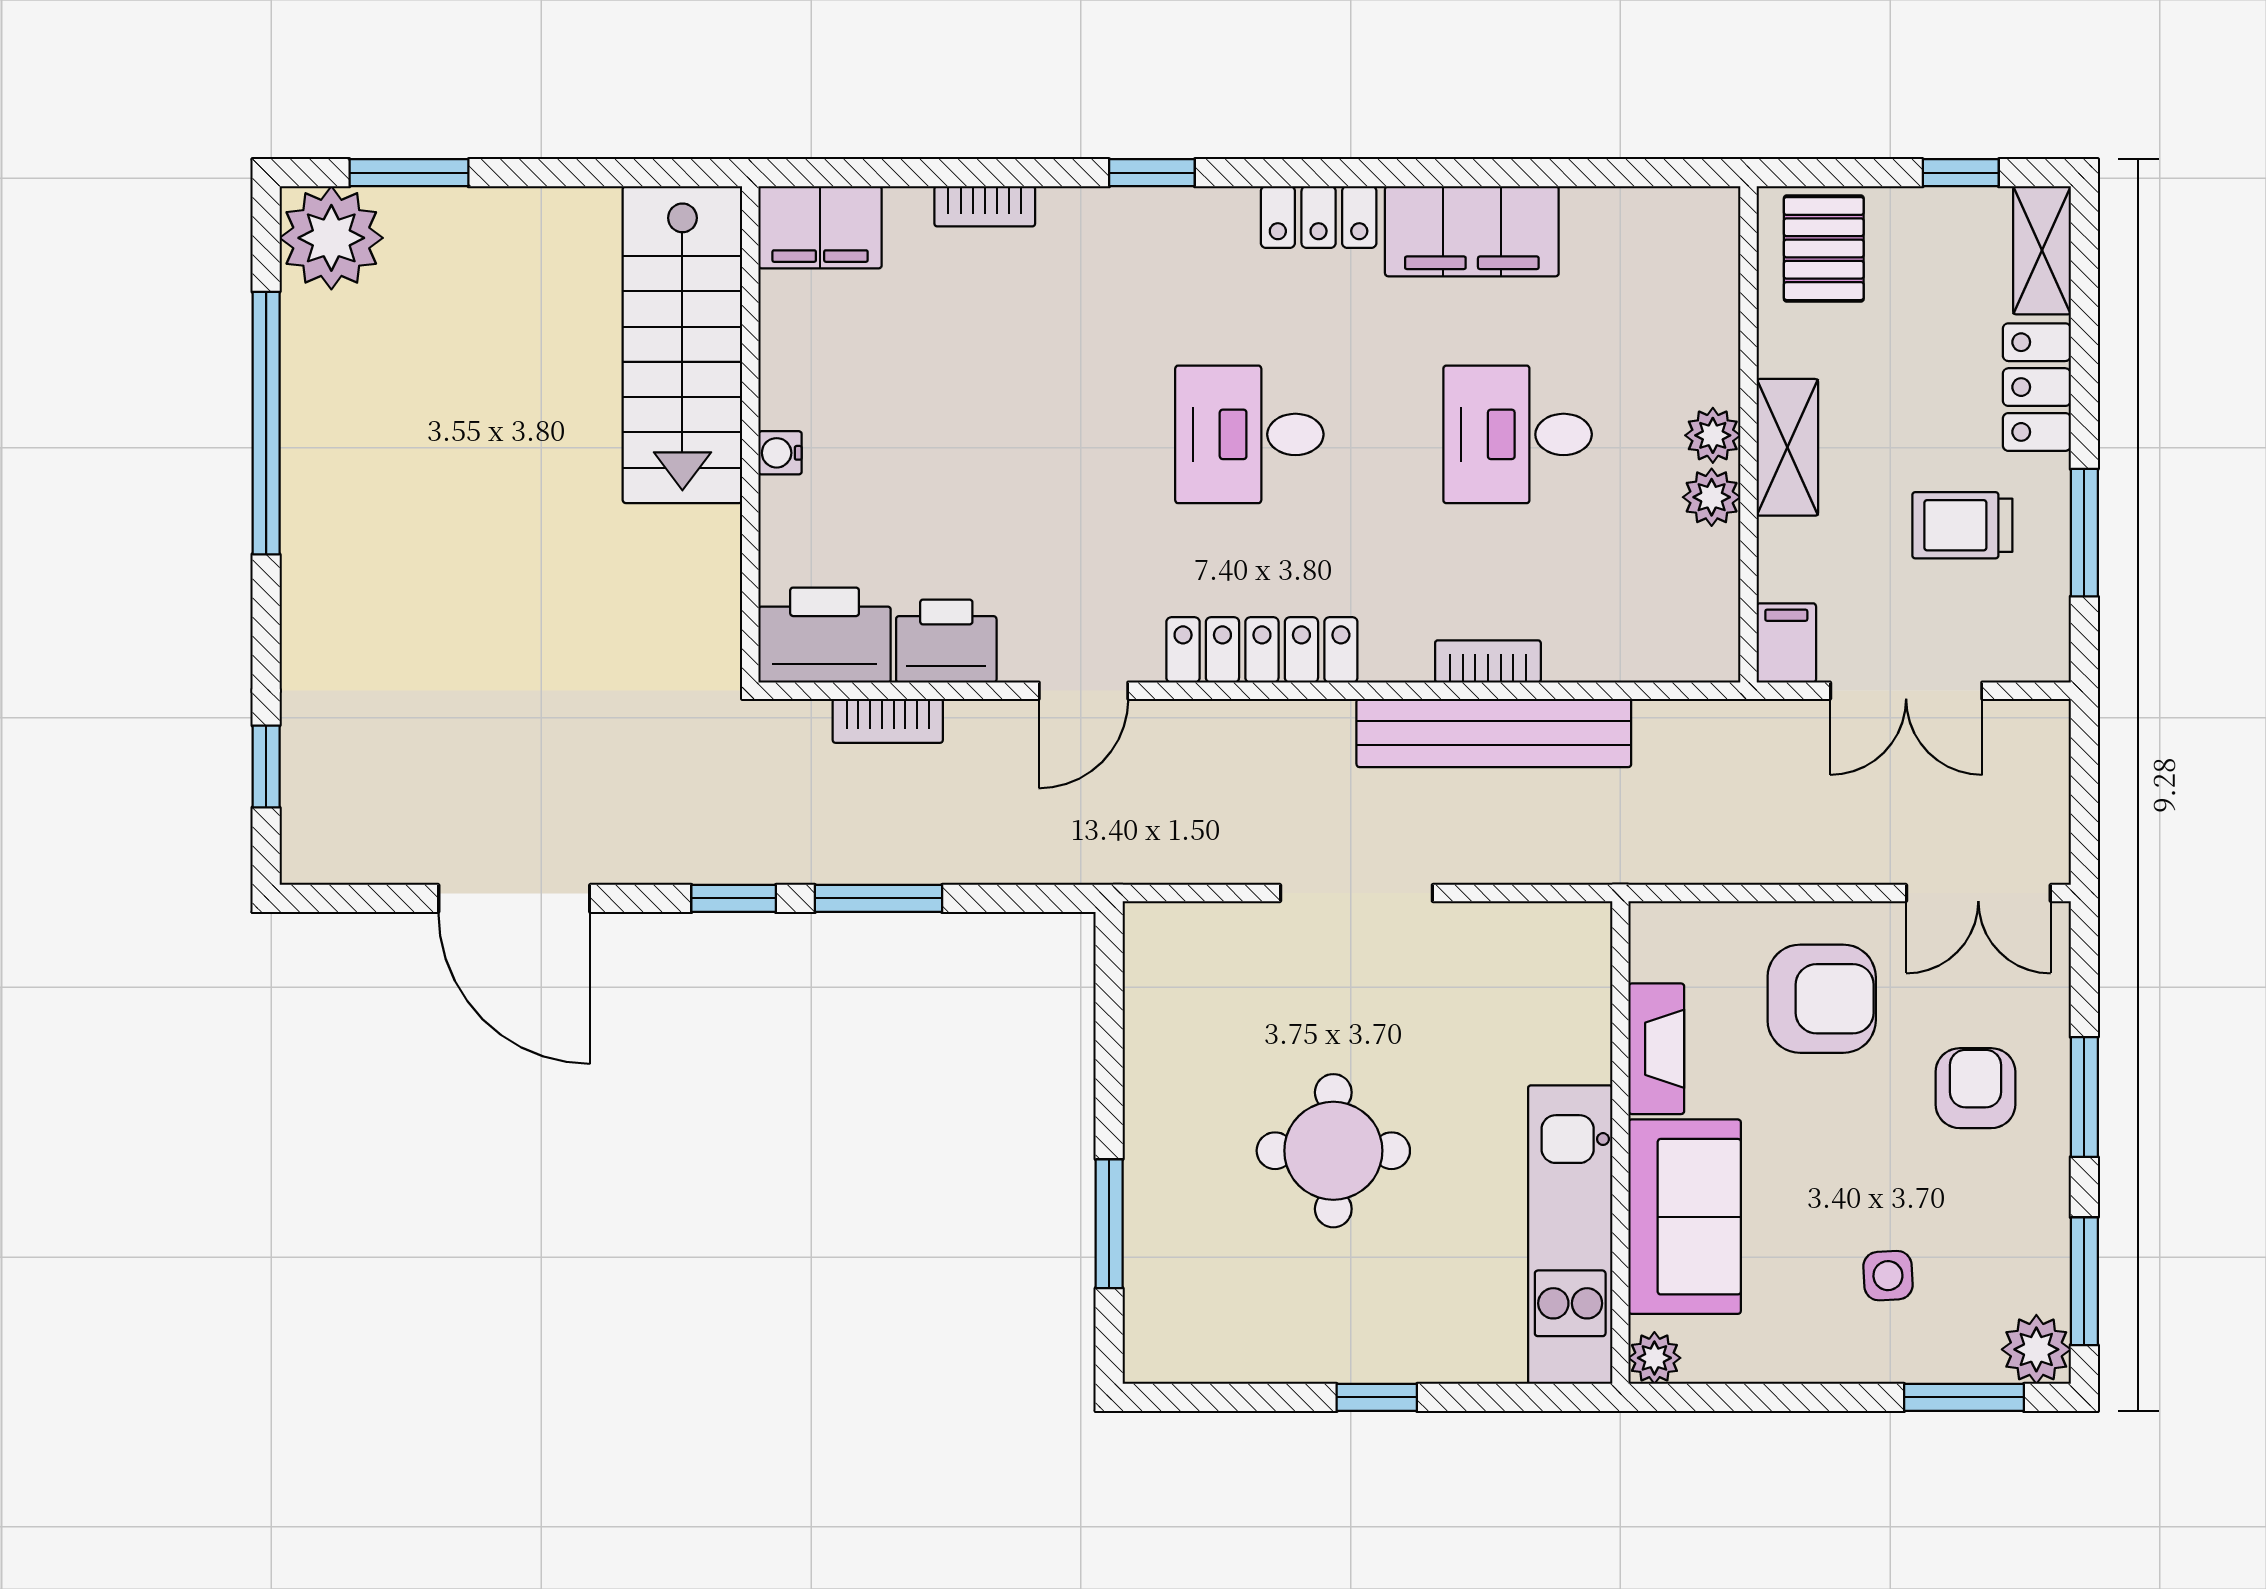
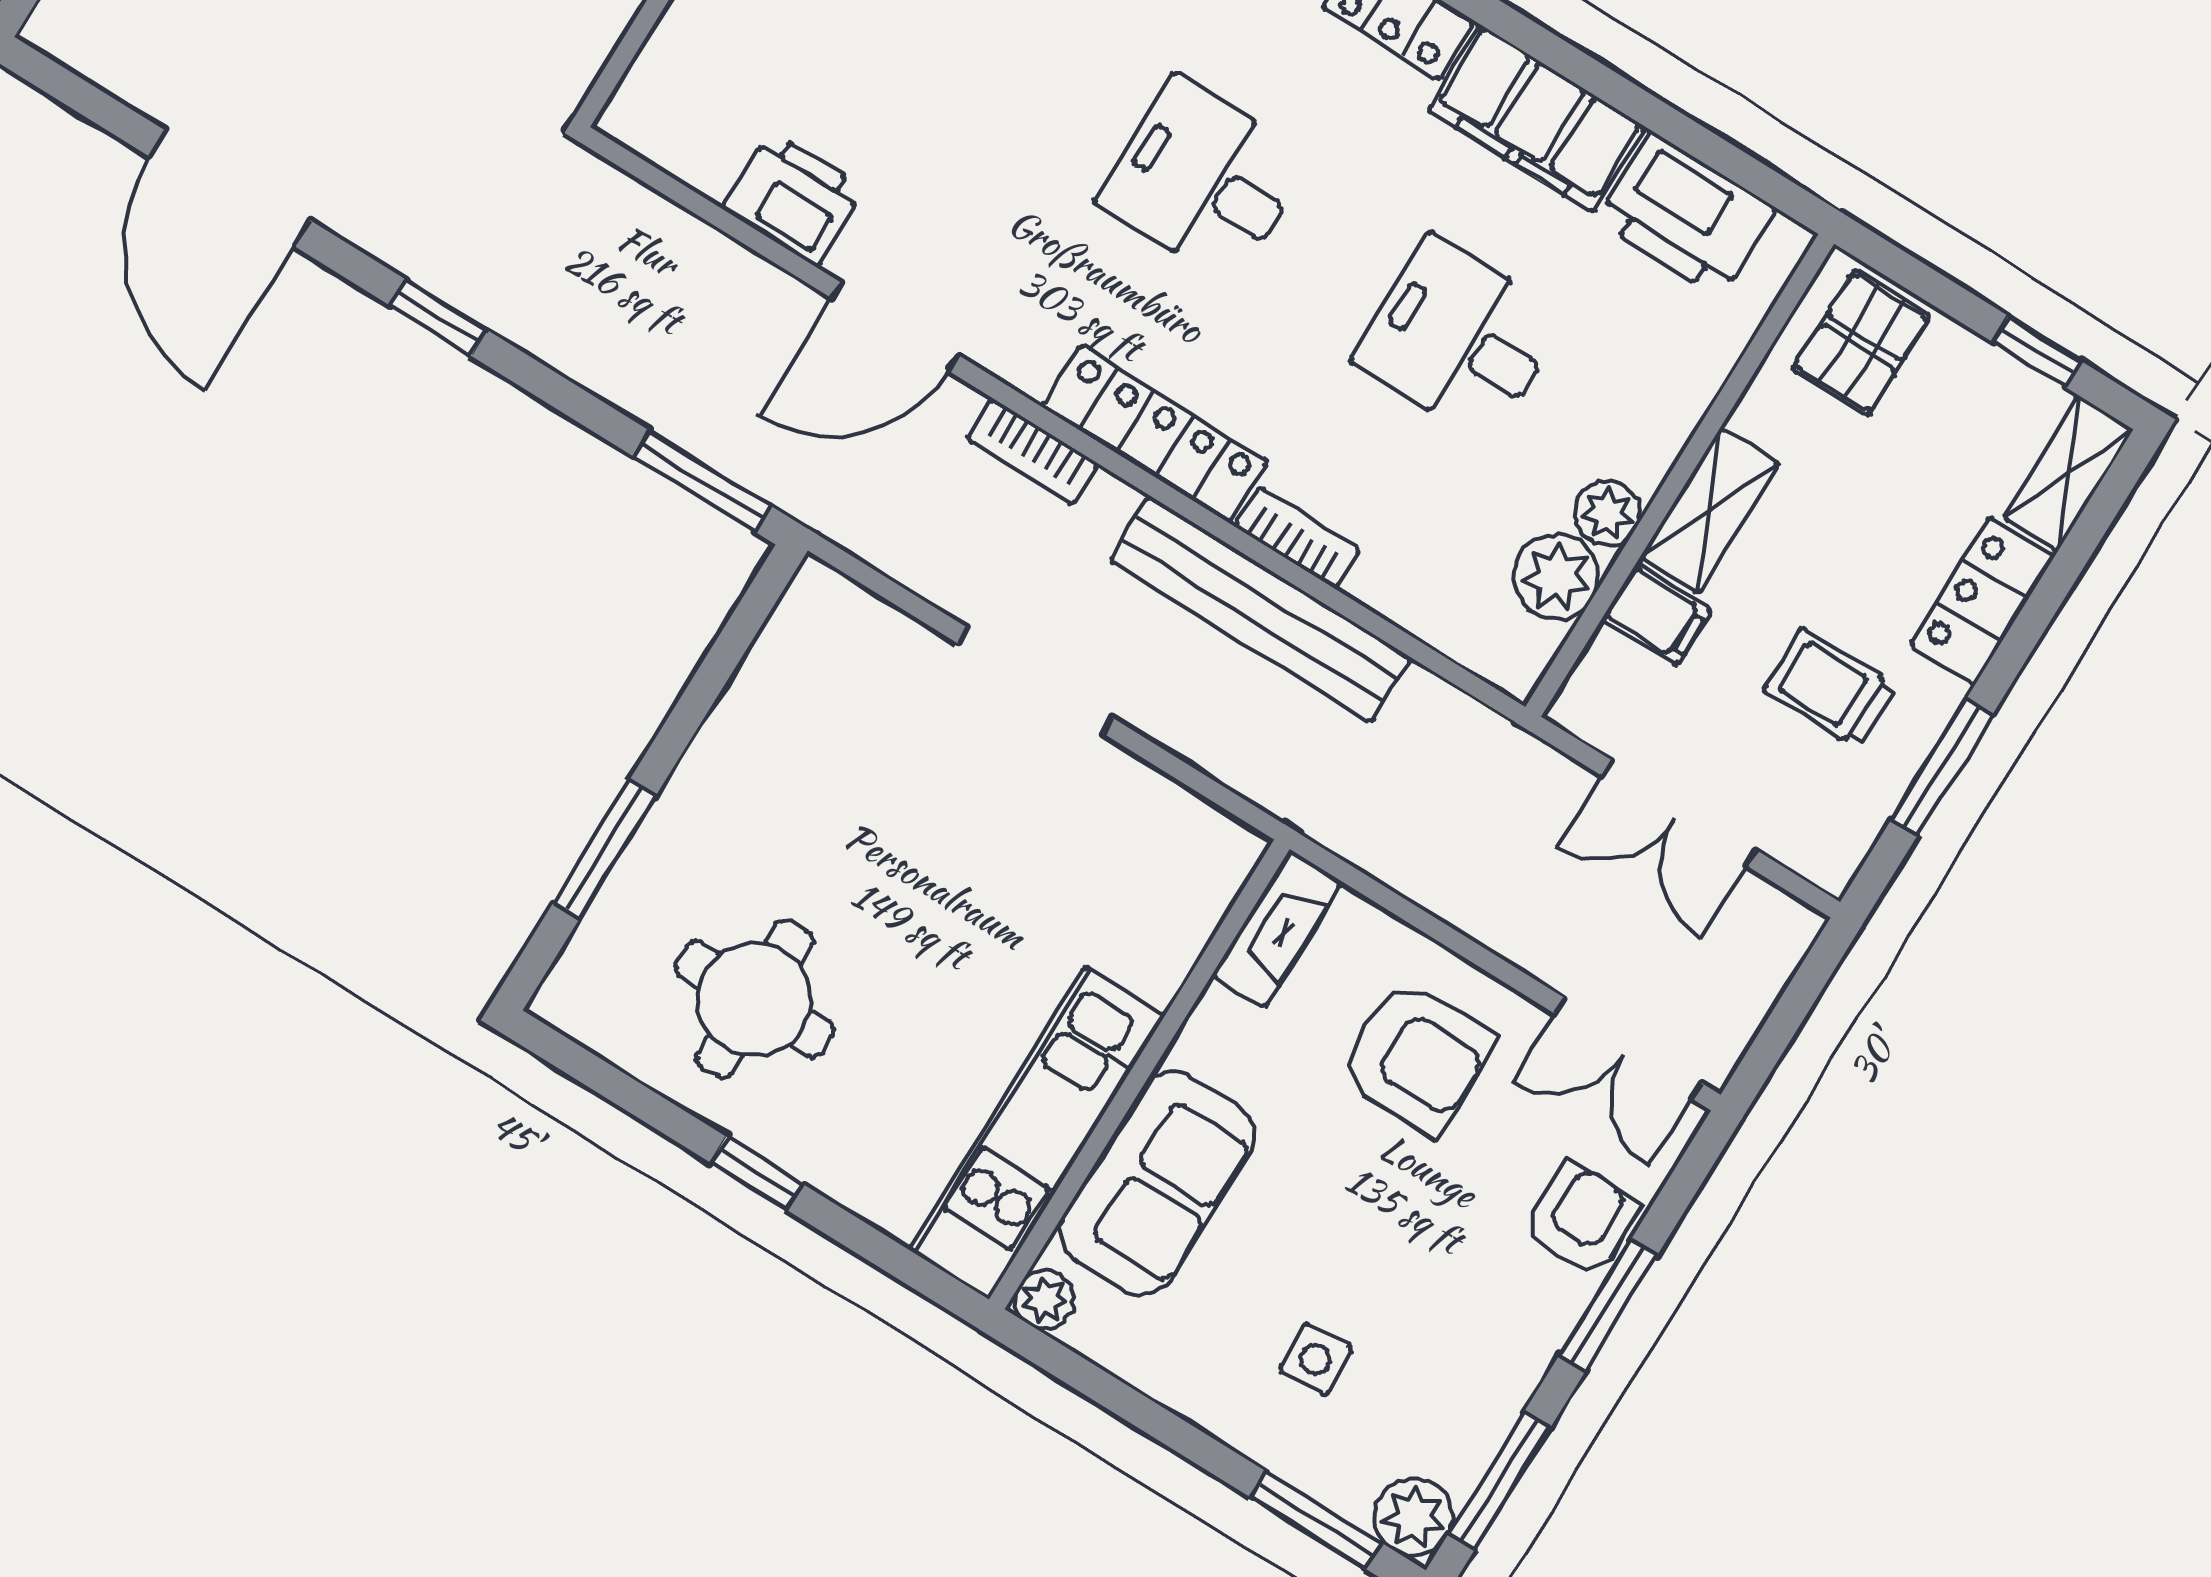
plant: (1713, 435) -> (1556, 577), moved, width x1.38, depth x1.38
printer: (825, 635) -> (1686, 214), moved, turned 180
filing cabinet: (1786, 643) -> (1656, 614), moved, turned 90
locker: (1262, 650) -> (1155, 434), moved
door: (1084, 691) -> (895, 327), width x1.38
bookcase: (888, 721) -> (1033, 452), moved
window: (879, 898) -> (702, 481), moved
fireplace: (1656, 1049) -> (1277, 929), moved
armchair: (1975, 1088) -> (1581, 1220), moved
round table: (1333, 1151) -> (754, 999), moved

